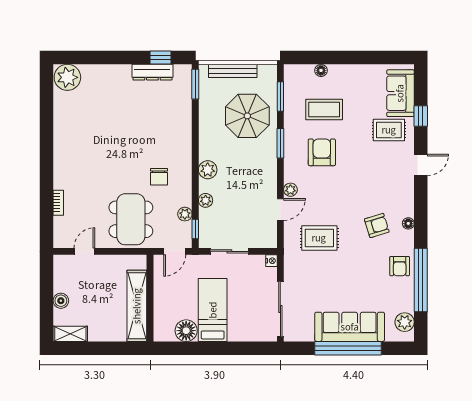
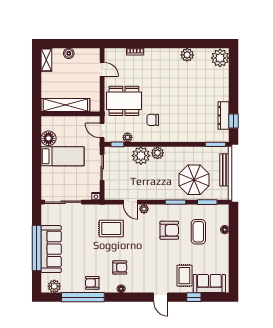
plant: (63, 126) -> (187, 55), added
plant: (206, 200) -> (141, 156), width x1.88, depth x1.88
armchair: (377, 225) -> (120, 267), turned -73
rug: (319, 238) -> (111, 228), turned 90

